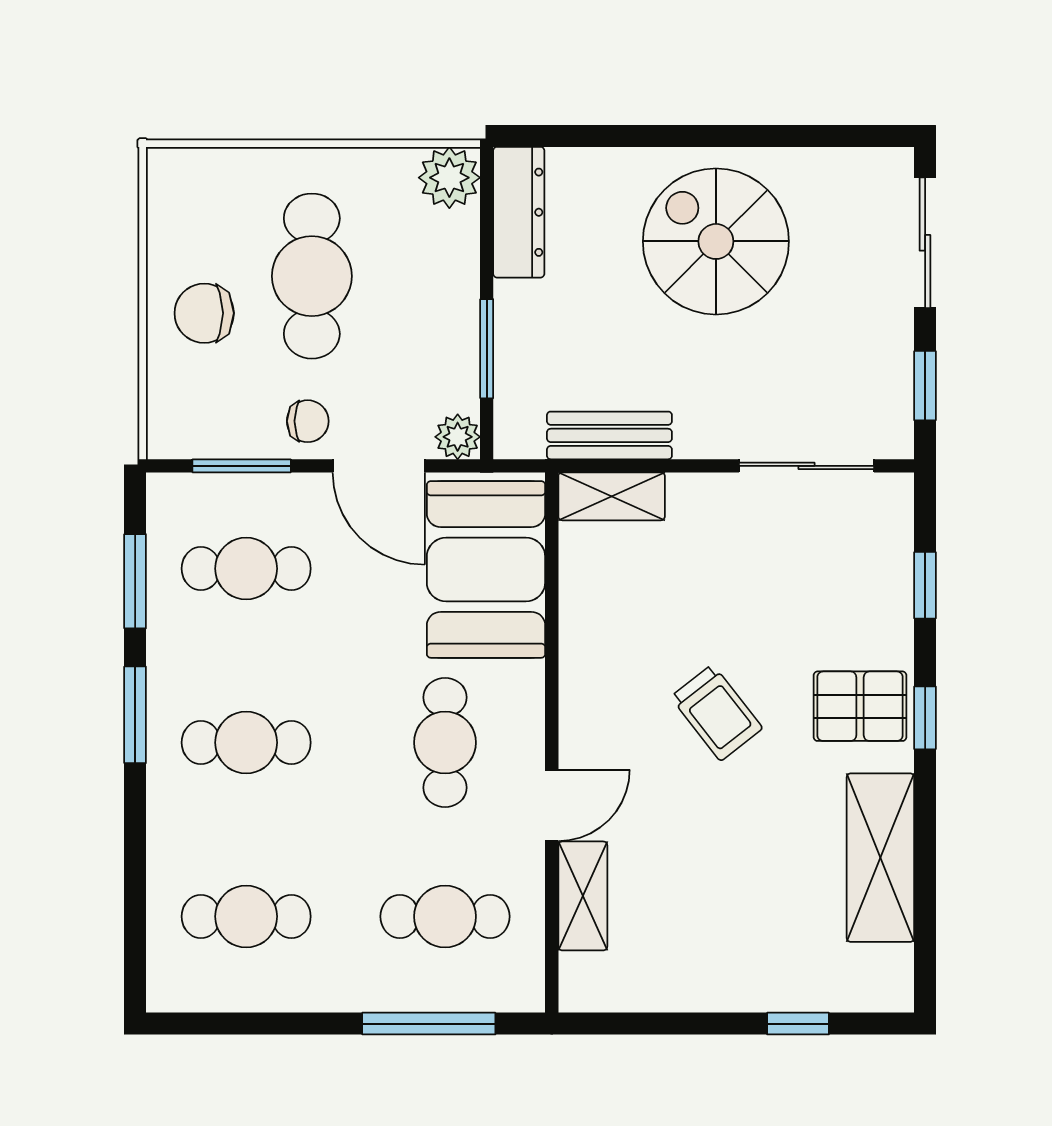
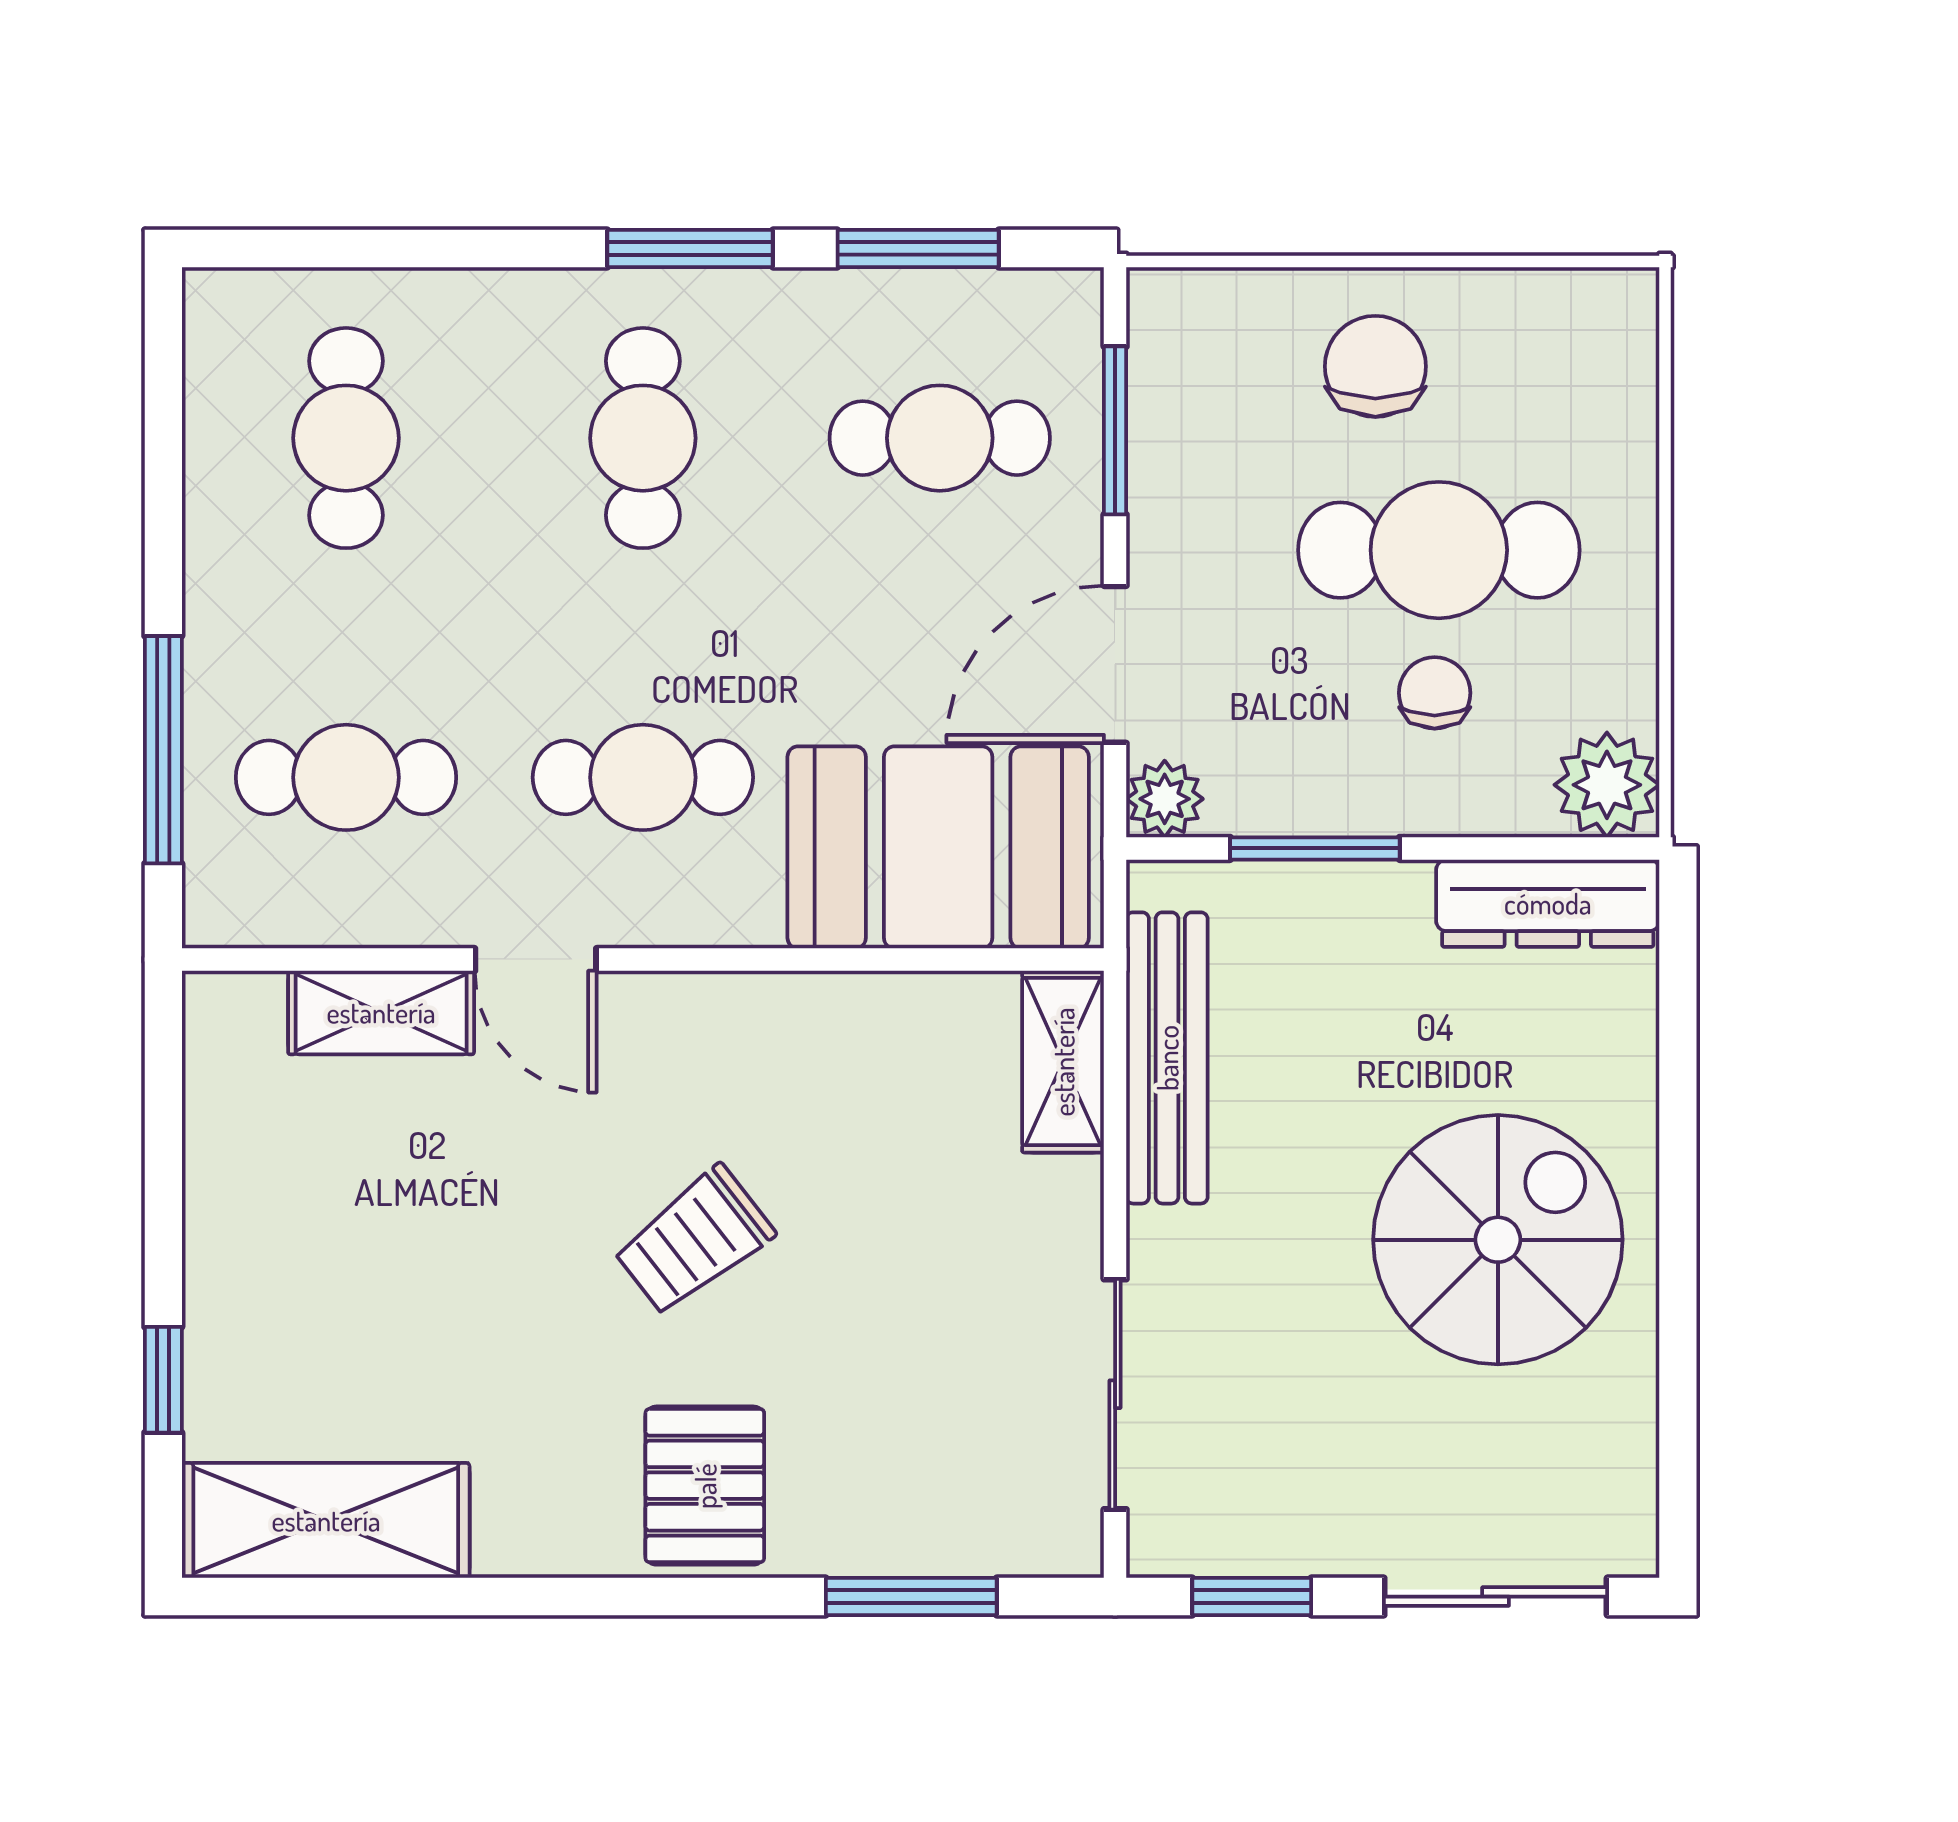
chair: (308, 421) -> (1435, 693), moved, turned 180
bench: (609, 435) -> (1167, 1058), width x1.36
cafe table: (246, 569) -> (940, 438), turned 90
window: (925, 585) -> (911, 1597), width x1.50
window: (925, 718) -> (685, 1597), removed
shelving: (880, 858) -> (326, 1520), moved
cafe table: (445, 916) -> (346, 777), turned 90

